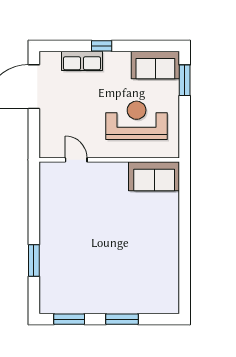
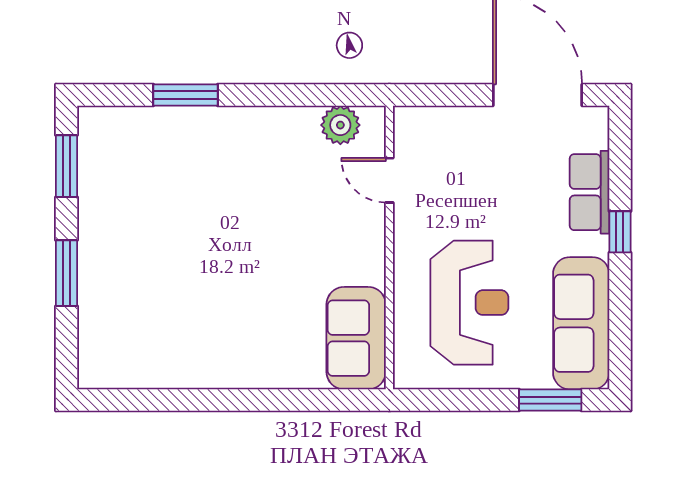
sofa: (155, 65) -> (581, 323), width x1.36
door: (76, 160) -> (389, 180), swing flipped
plant: (49, 184) -> (340, 125), added

